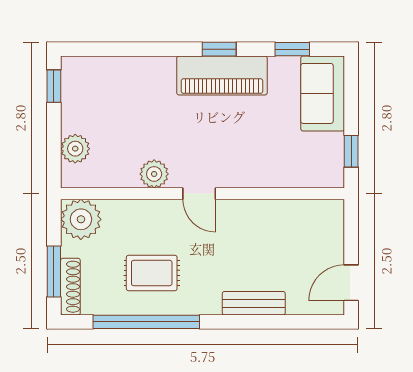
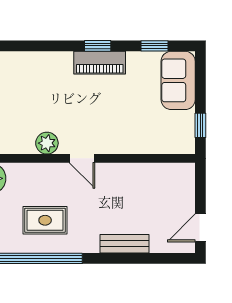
piano: (222, 75) -> (100, 63), width x0.73, depth x0.75

